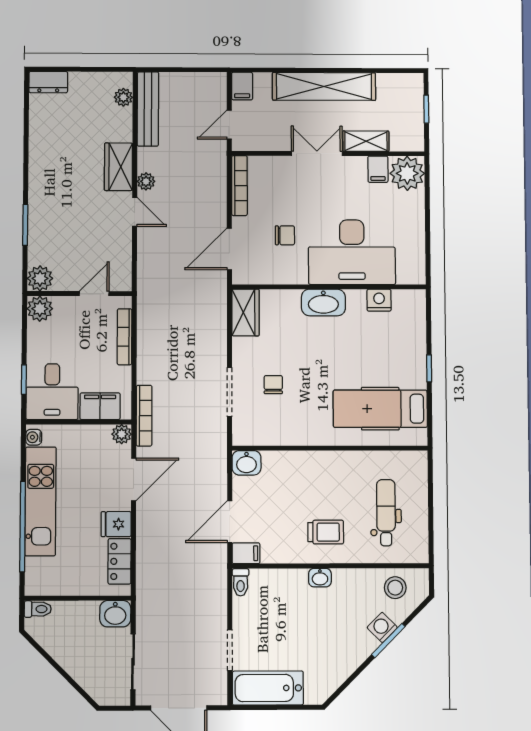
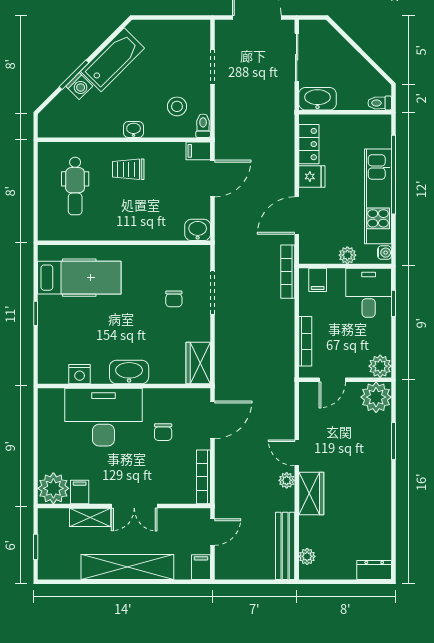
chair: (285, 235) -> (163, 432), turned -90
plant: (40, 278) -> (376, 397), width x1.36, depth x1.36
filing cabinet: (100, 406) -> (318, 280), width x0.50
plant: (122, 434) -> (347, 255), moved
stool: (395, 588) -> (177, 106), moved
washbasin: (115, 614) -> (317, 99), width x1.38
bathtub: (268, 688) -> (113, 60), moved, turned -45

